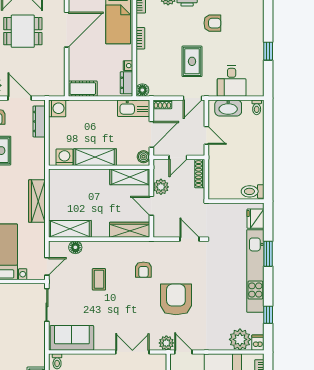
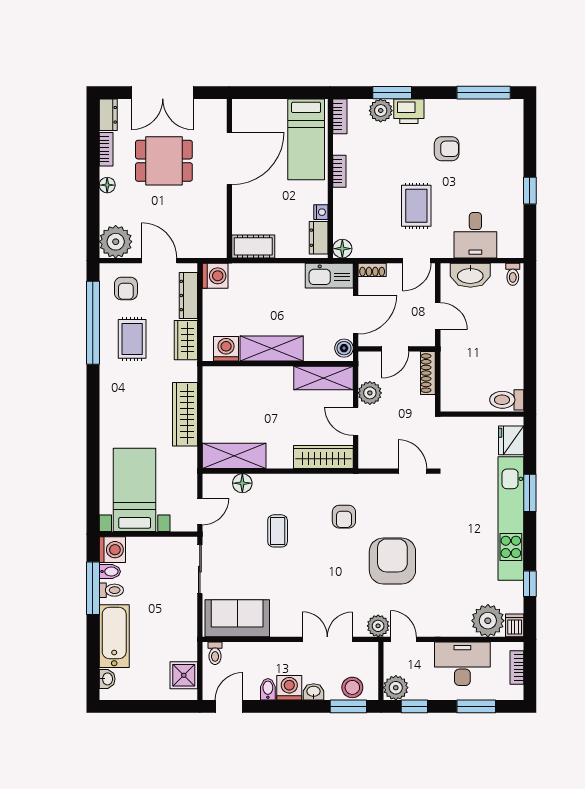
wardrobe: (38, 151) -> (186, 340), added

